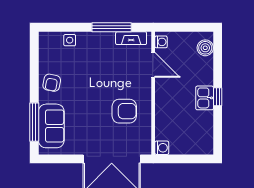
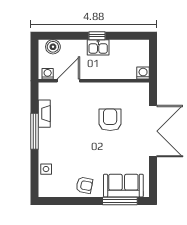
washing machine: (161, 42) -> (48, 74), moved
door: (153, 65) -> (68, 81), moved
wall: (153, 93) -> (94, 81), moved
washing machine: (162, 148) -> (143, 73), moved

